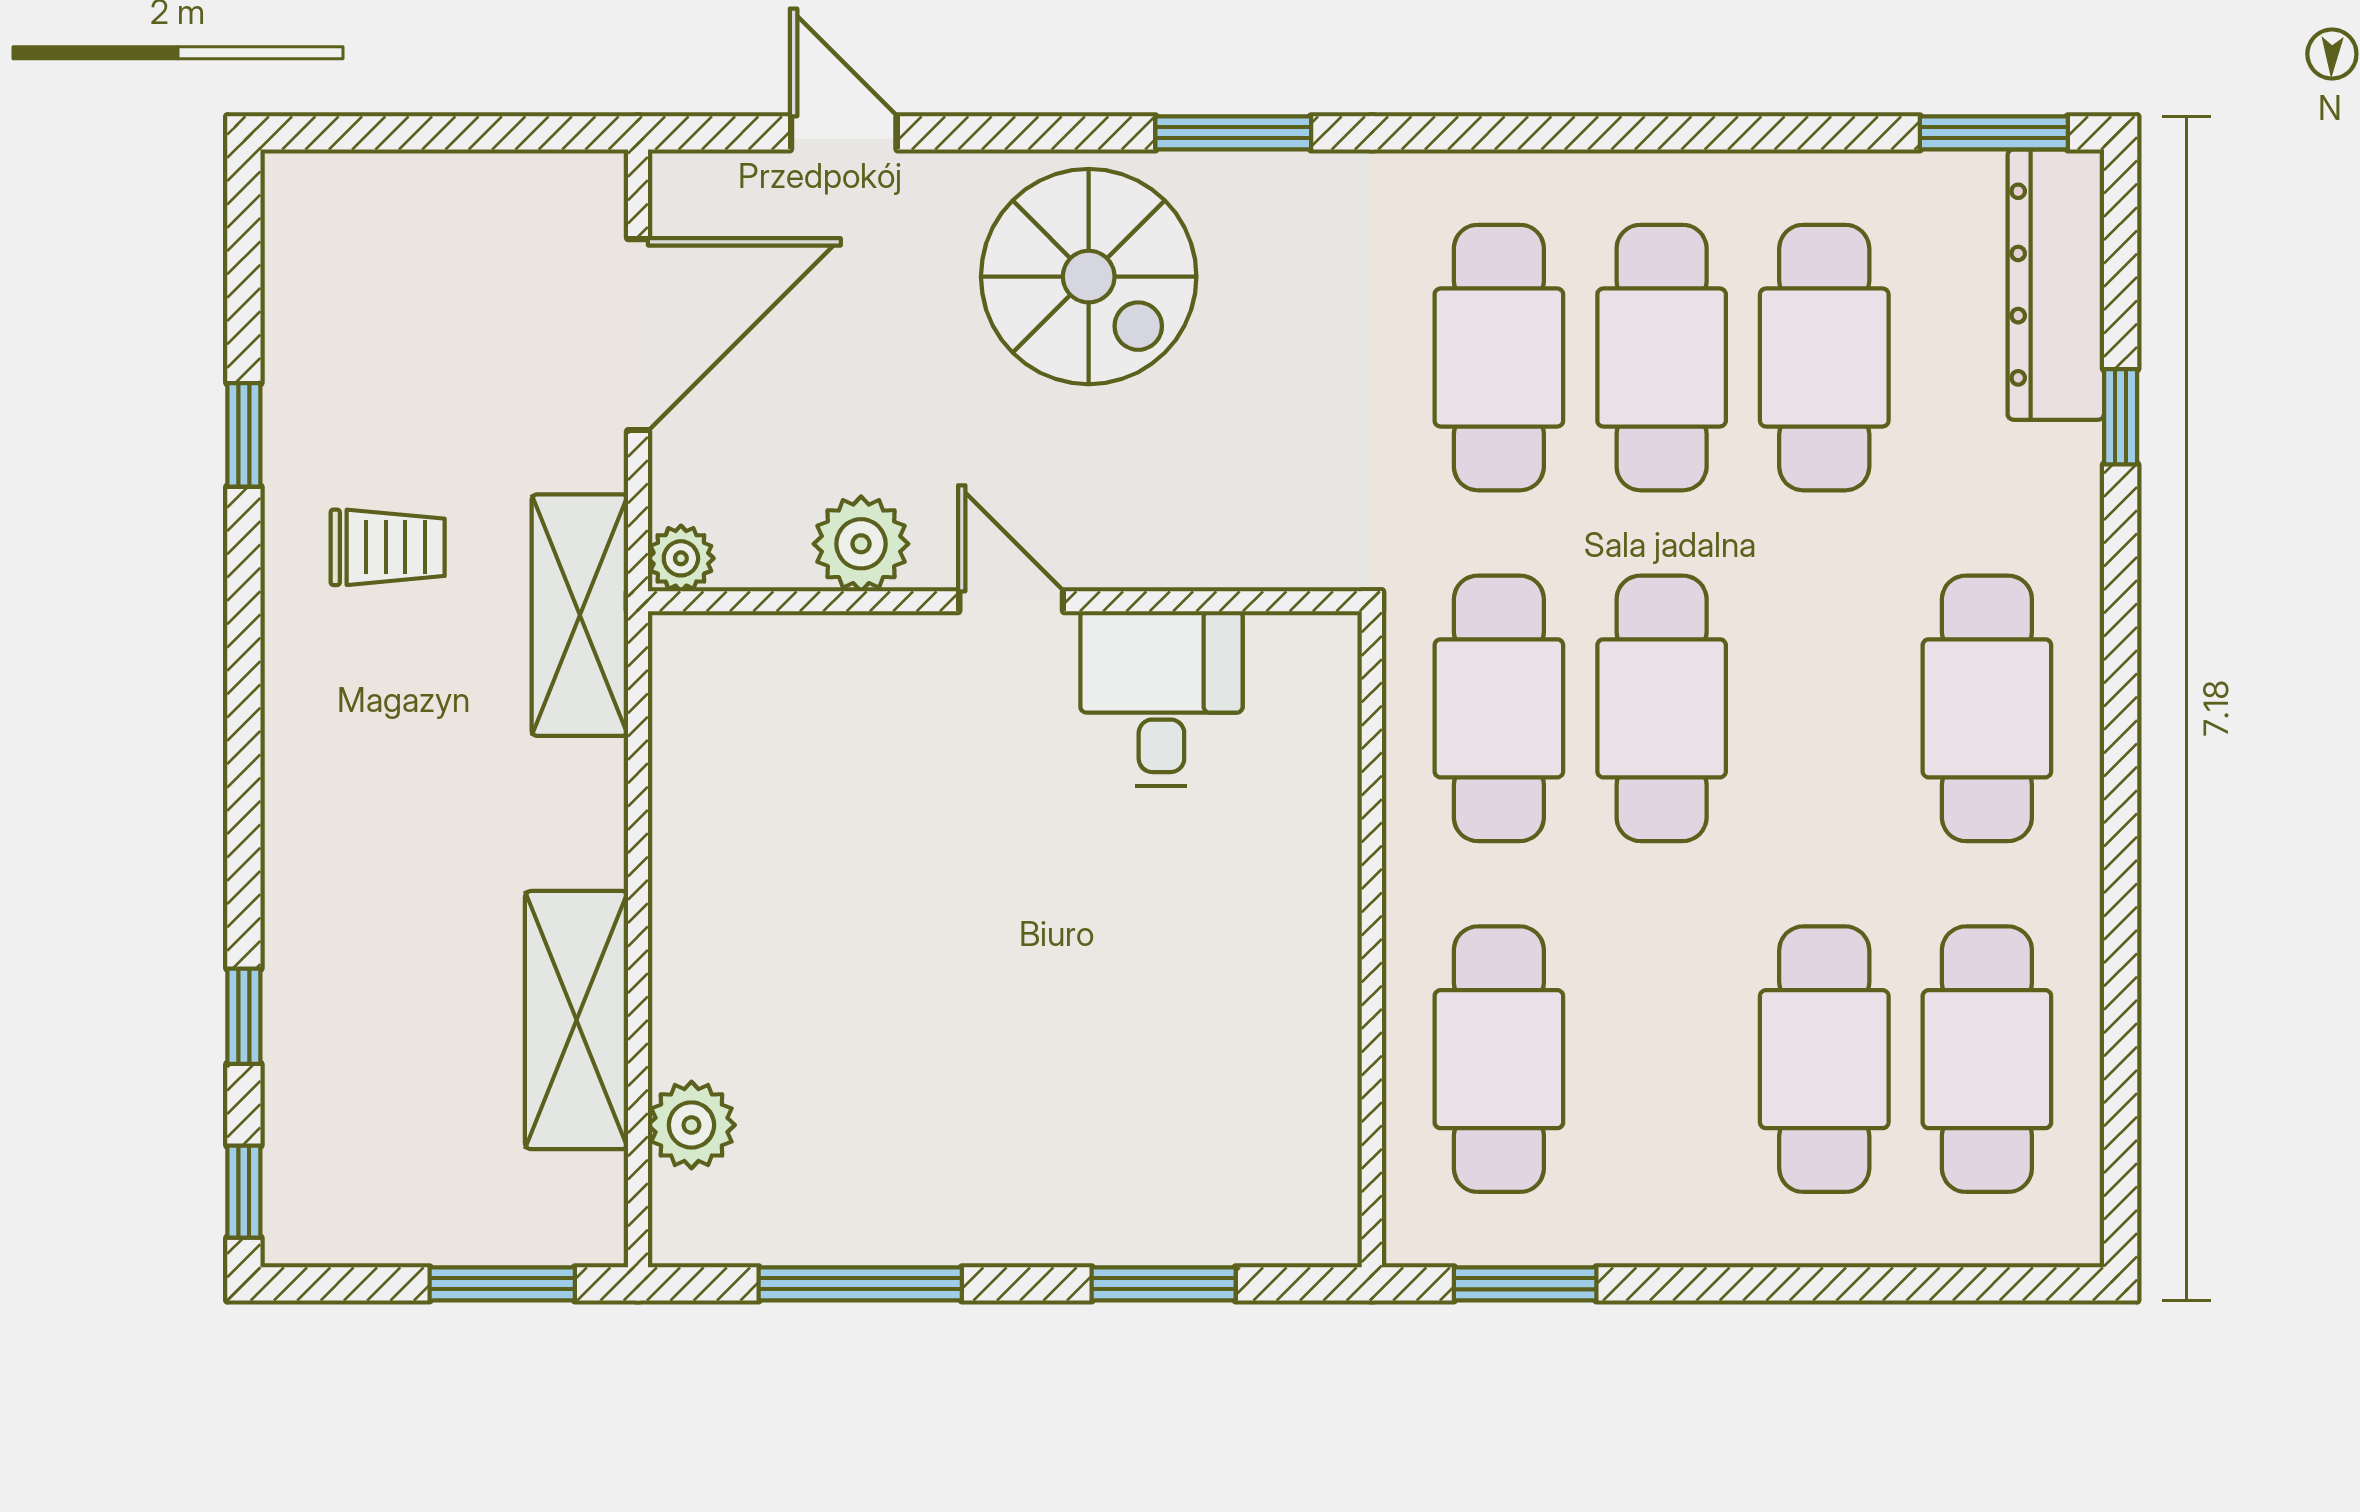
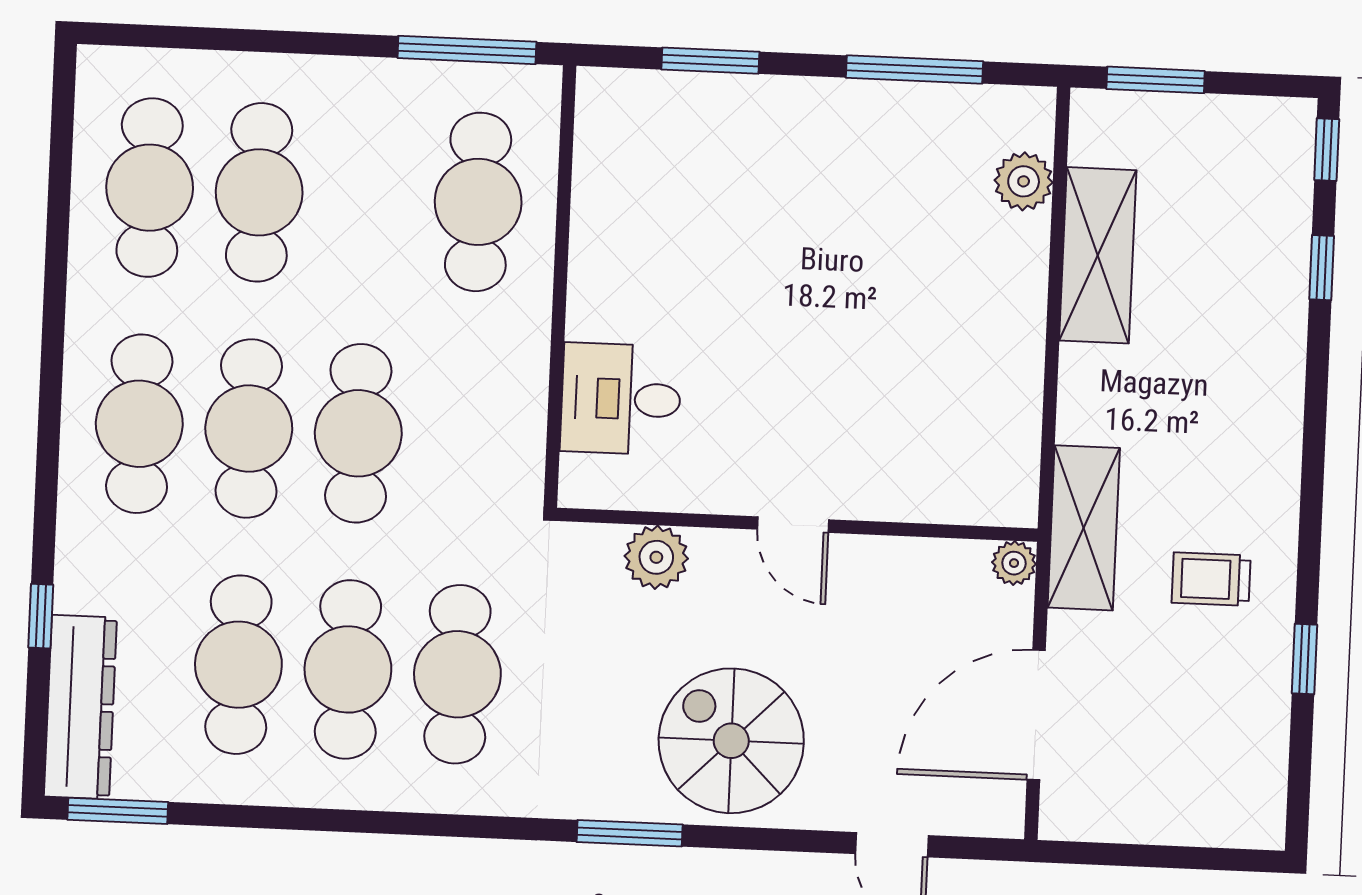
plant: (861, 544) -> (656, 557), moved
desk: (1161, 699) -> (621, 399), moved, turned 90
cafe table: (1499, 708) -> (249, 429), moved
window: (1525, 1284) -> (467, 50), width x1.44

